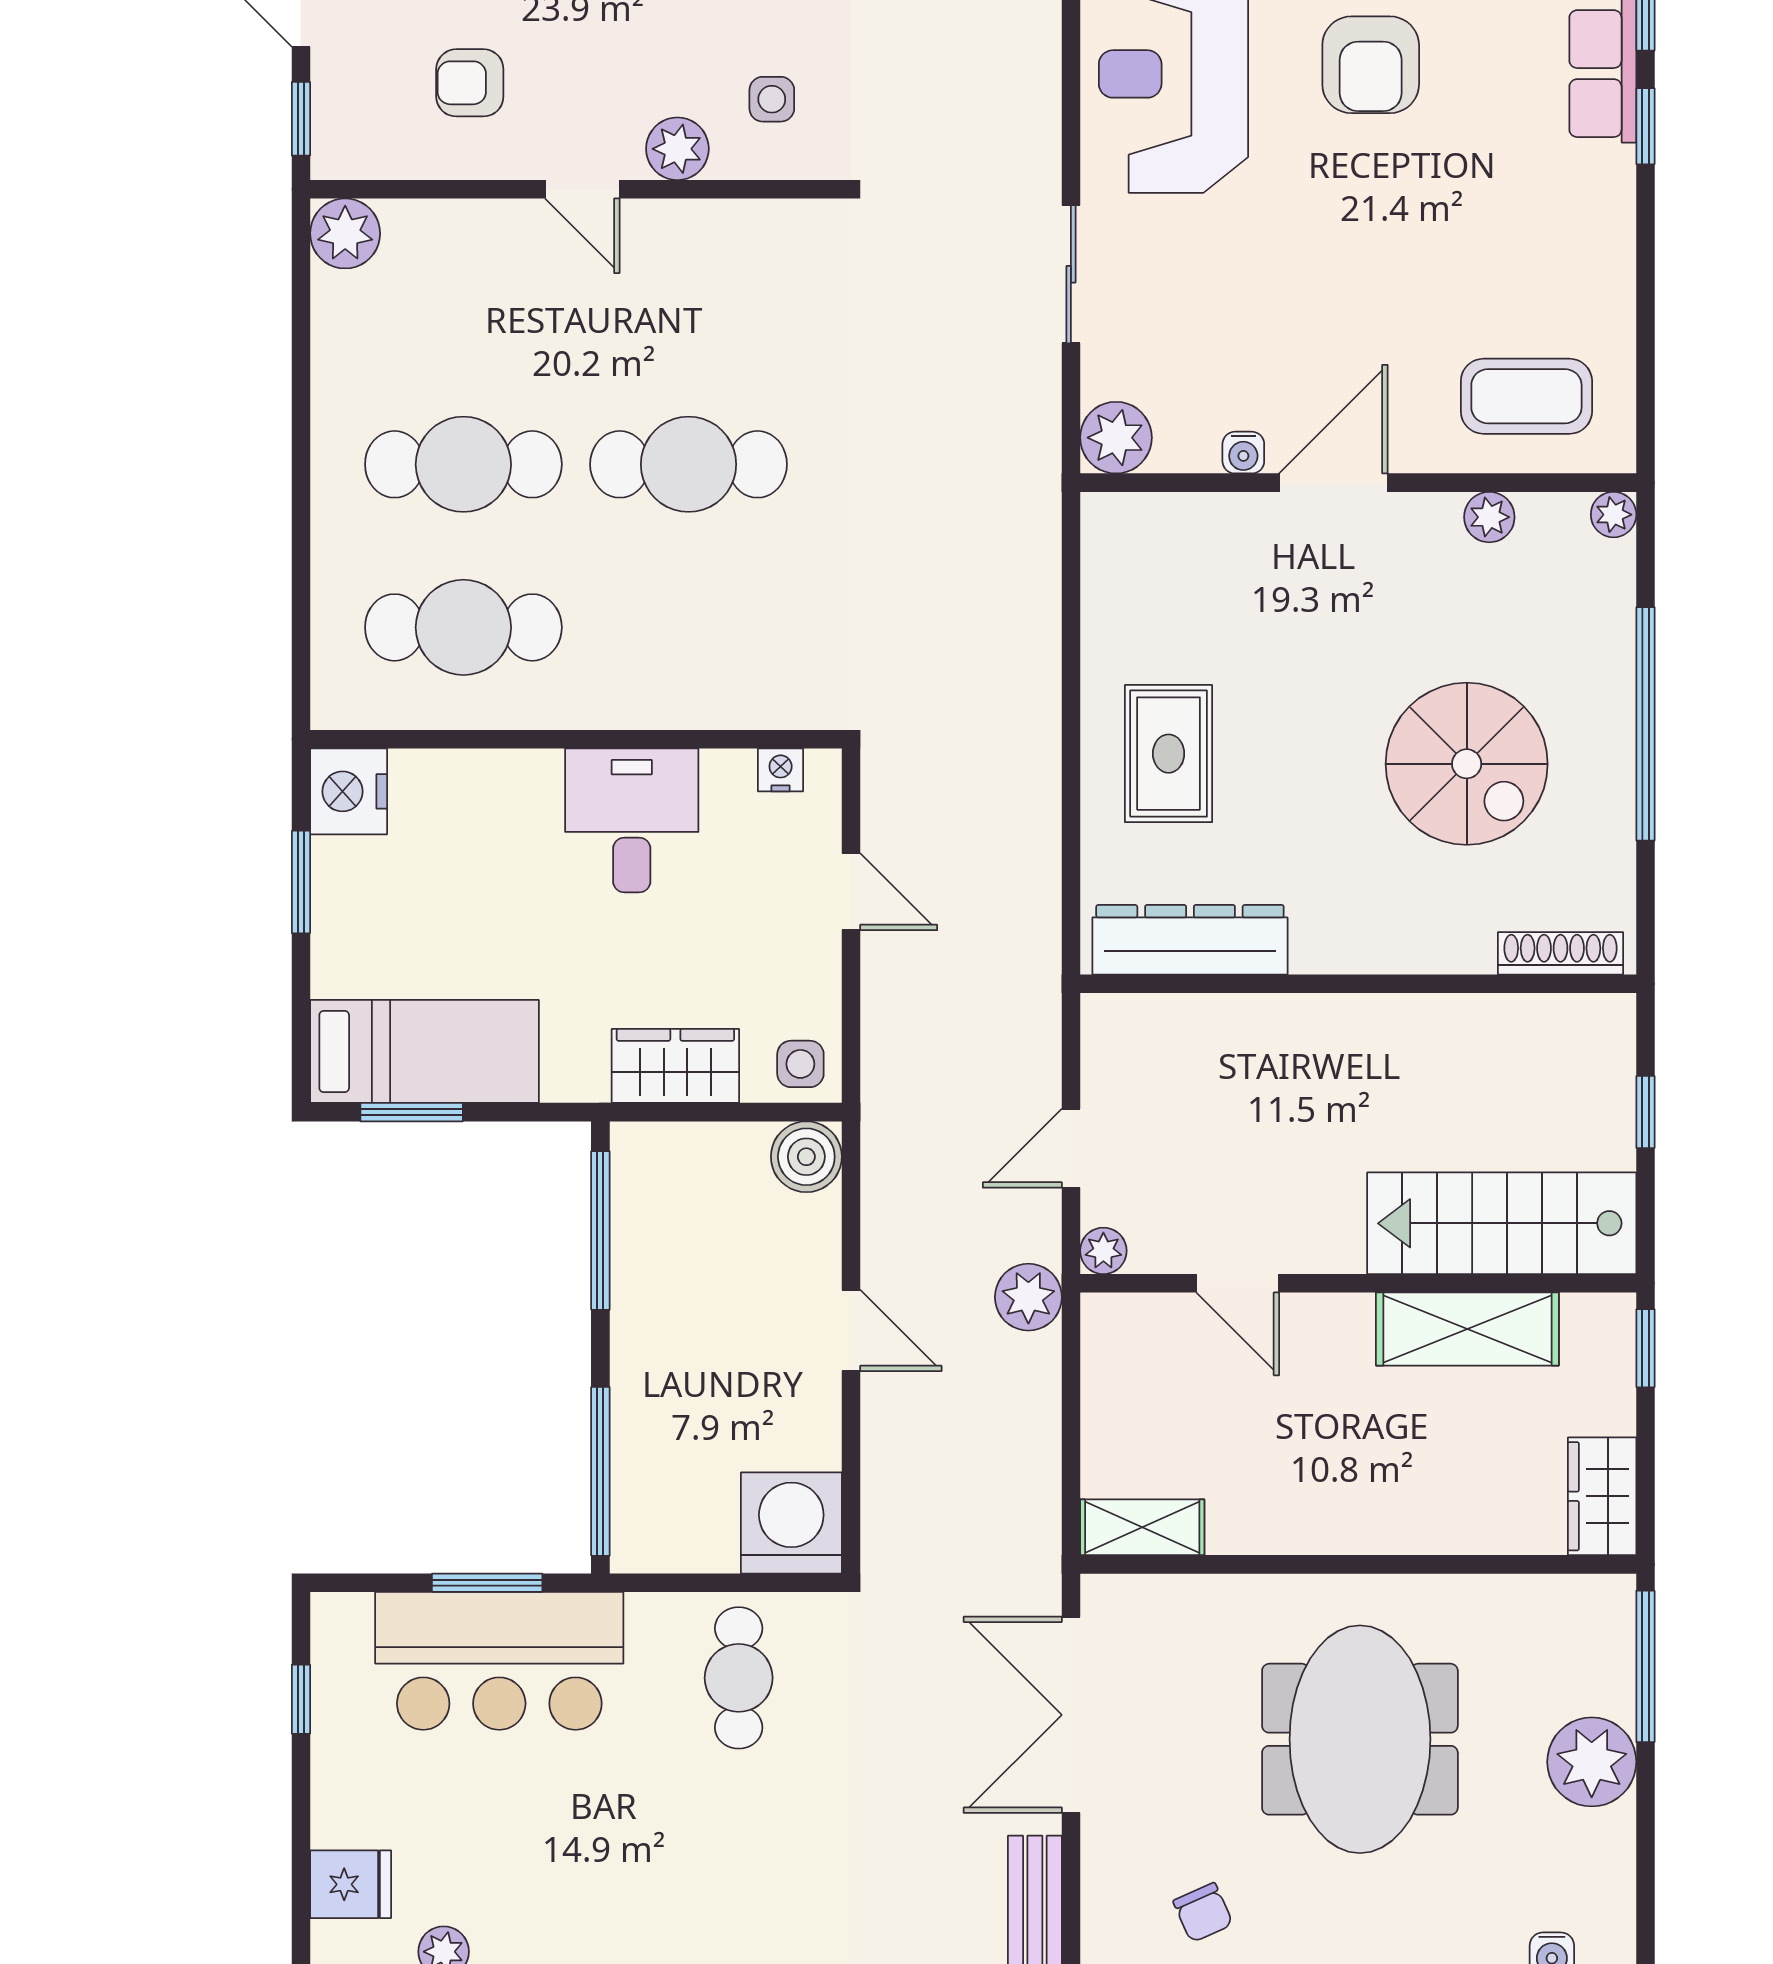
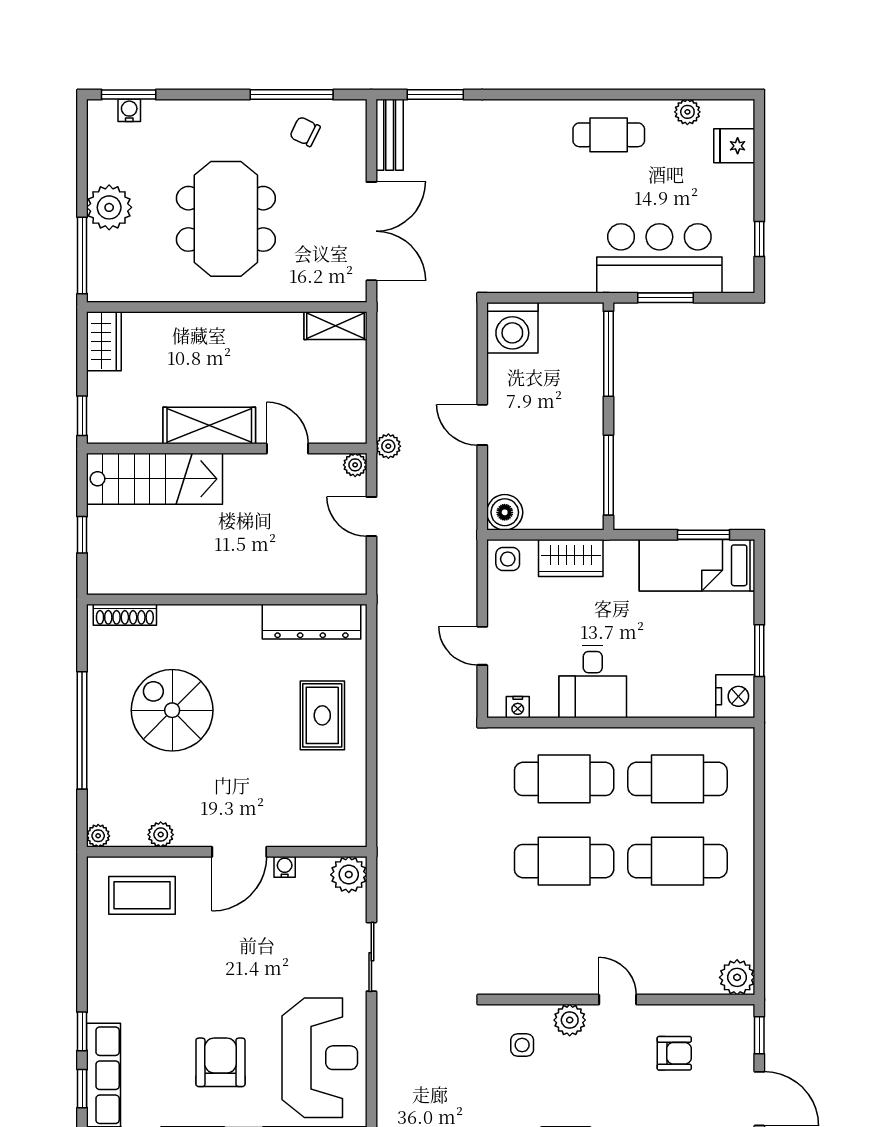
cafe table: (689, 627) -> (564, 779), added
door: (1071, 1148) -> (371, 517), swing flipped
plant: (1028, 1297) -> (388, 446), width x0.73, depth x0.73
shelving: (1467, 1329) -> (209, 426), moved
cafe table: (739, 1678) -> (609, 135), moved, turned 90
chair: (1203, 1912) -> (305, 132), turned -40

